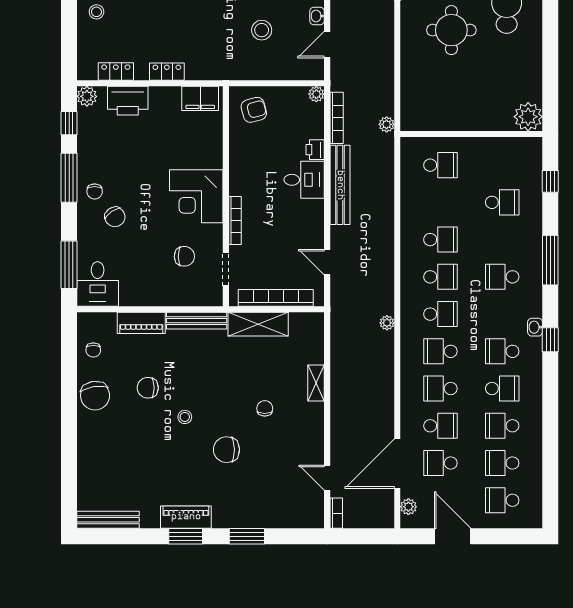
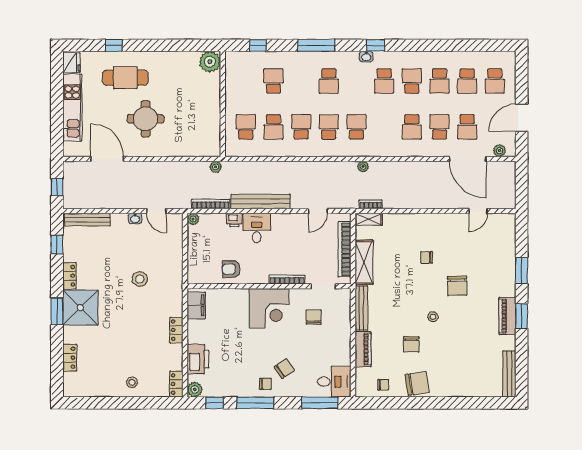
stool: (262, 30) -> (140, 279), moved
locker: (116, 72) -> (176, 384), moved
armchair: (254, 110) -> (231, 269), moved, turned -75
school desk: (440, 351) -> (273, 127), moved
shelving: (316, 383) -> (369, 219), moved
bookcase: (336, 513) -> (371, 204), moved

